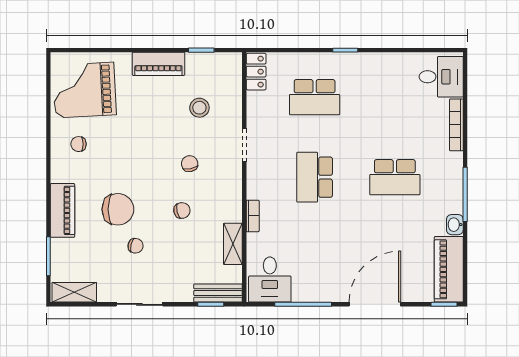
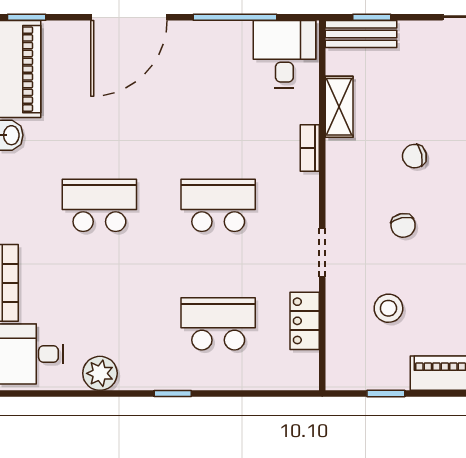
plant: (394, 64) -> (100, 373), added
locker: (256, 72) -> (305, 321), moved
school desk: (315, 177) -> (218, 205), turned -90

